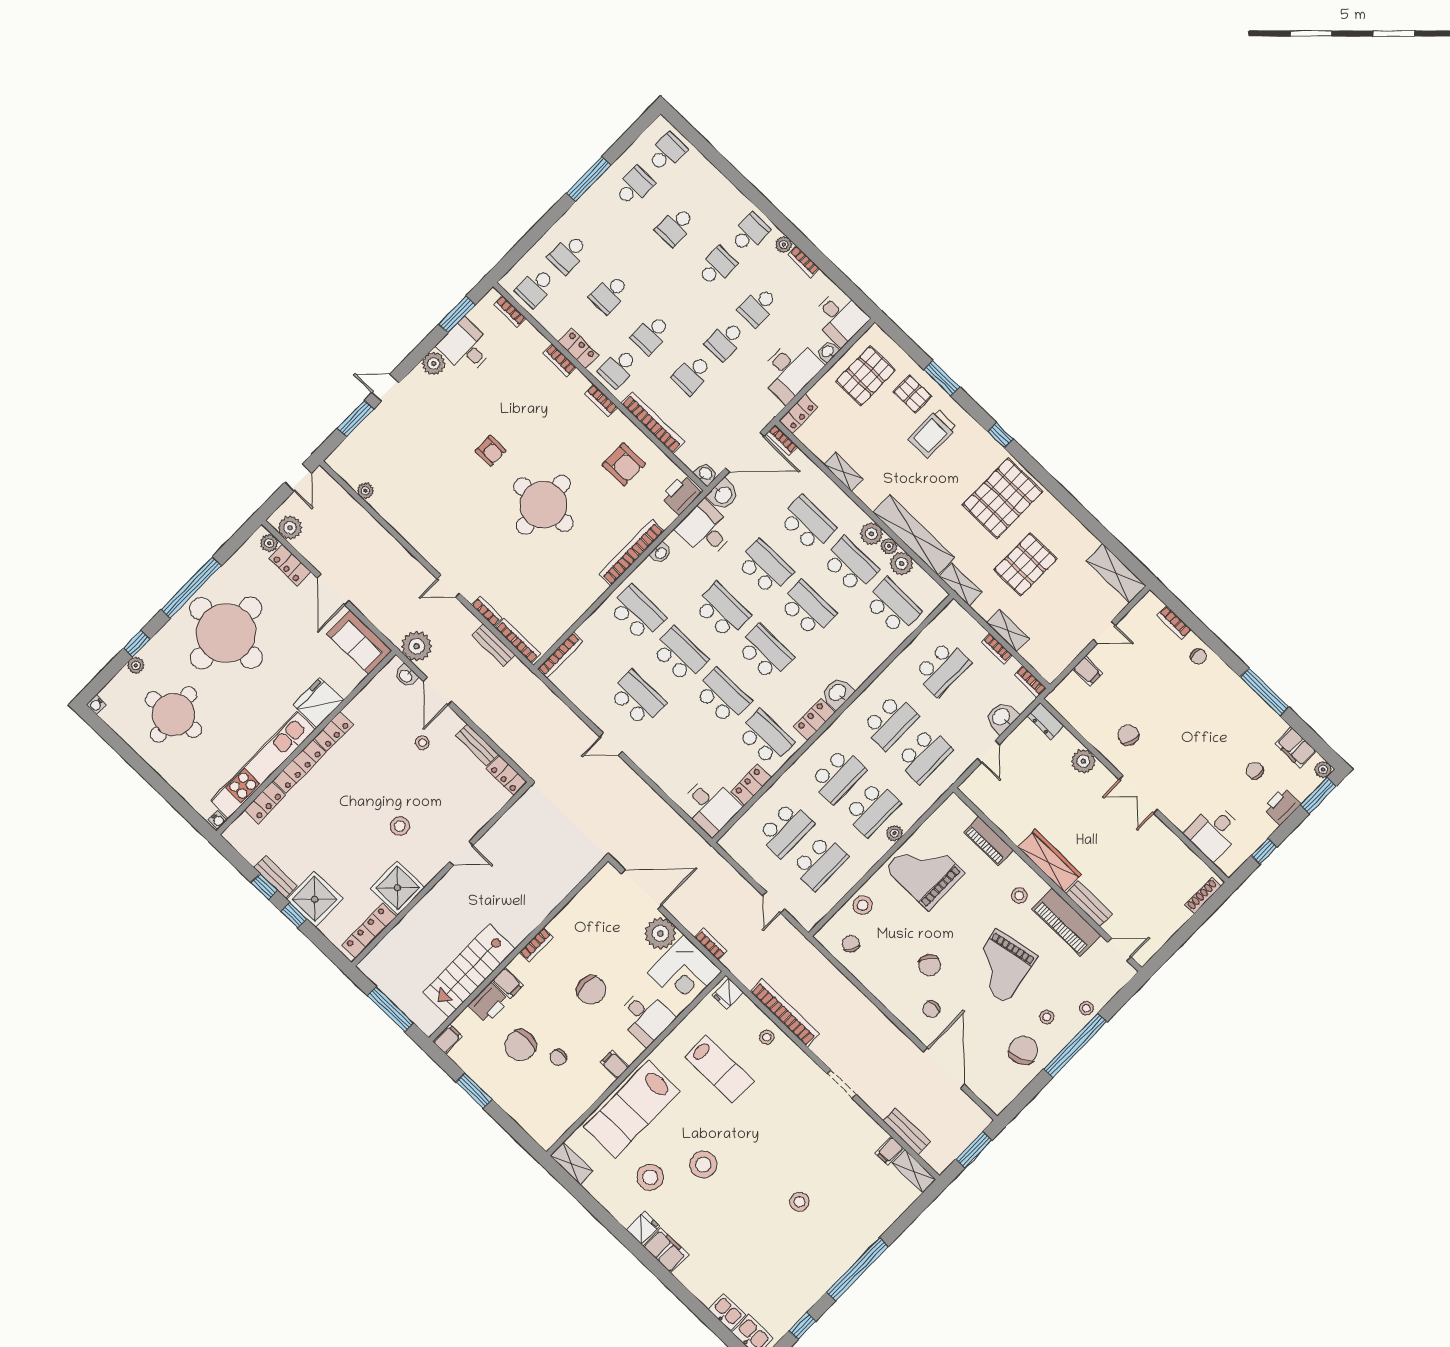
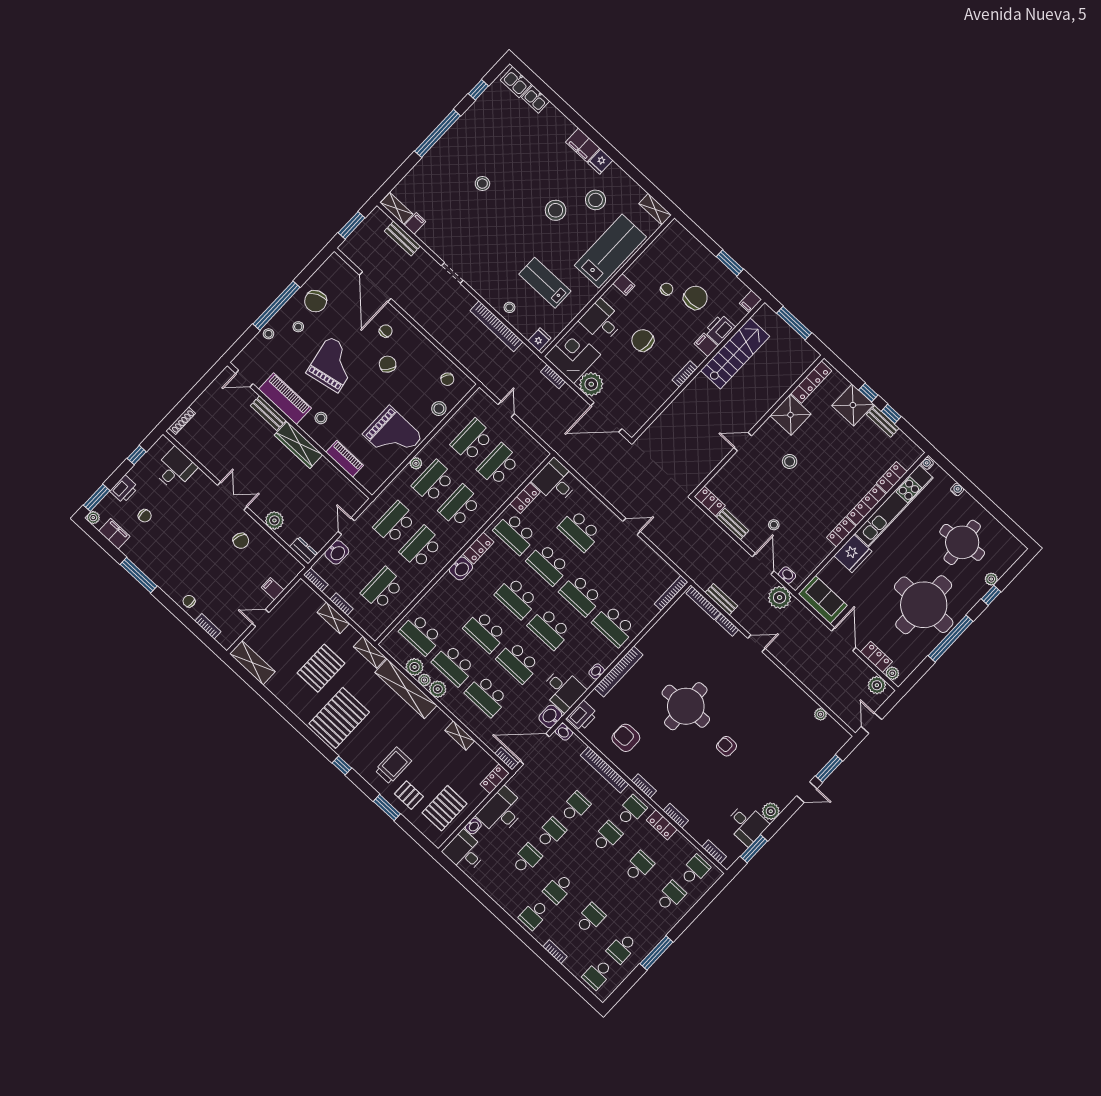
plant: (784, 245) -> (508, 906), removed
bookcase: (804, 262) -> (555, 952), moved
school desk: (637, 698) -> (579, 531), moved
water cooler: (96, 704) -> (957, 489), moved

